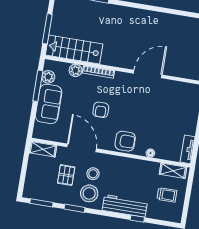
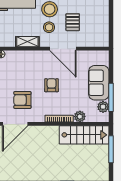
armchair: (125, 141) -> (22, 100), moved
shelving: (43, 149) -> (27, 42), moved

